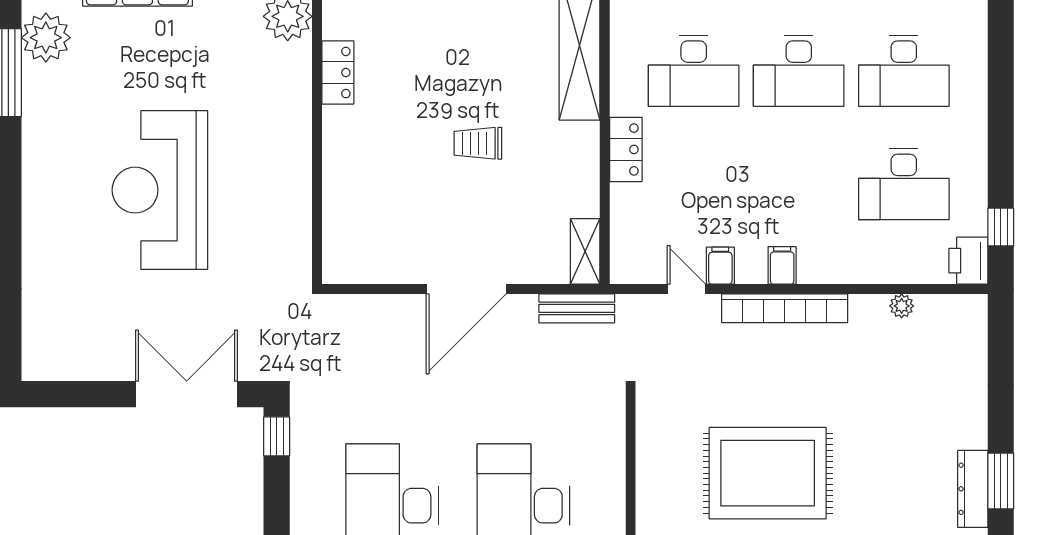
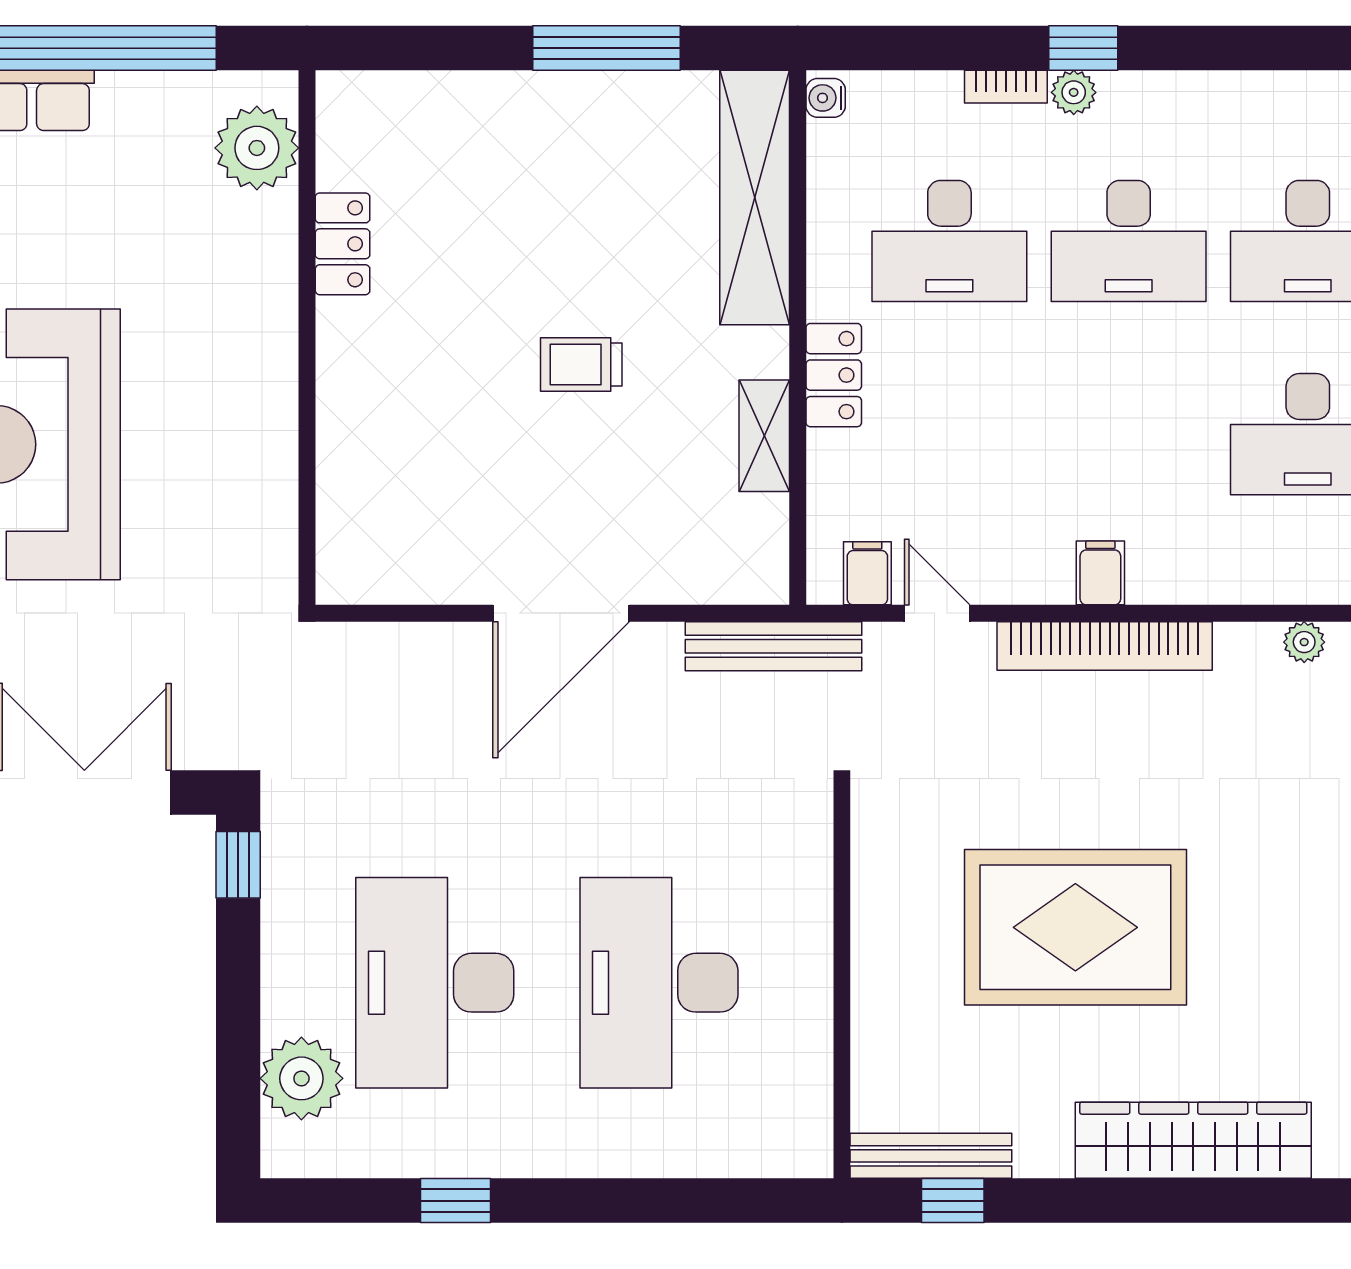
shelving: (585, 251) -> (764, 436), moved
filing cabinet: (720, 266) -> (867, 573), moved
bench: (577, 308) -> (774, 646), width x1.36

